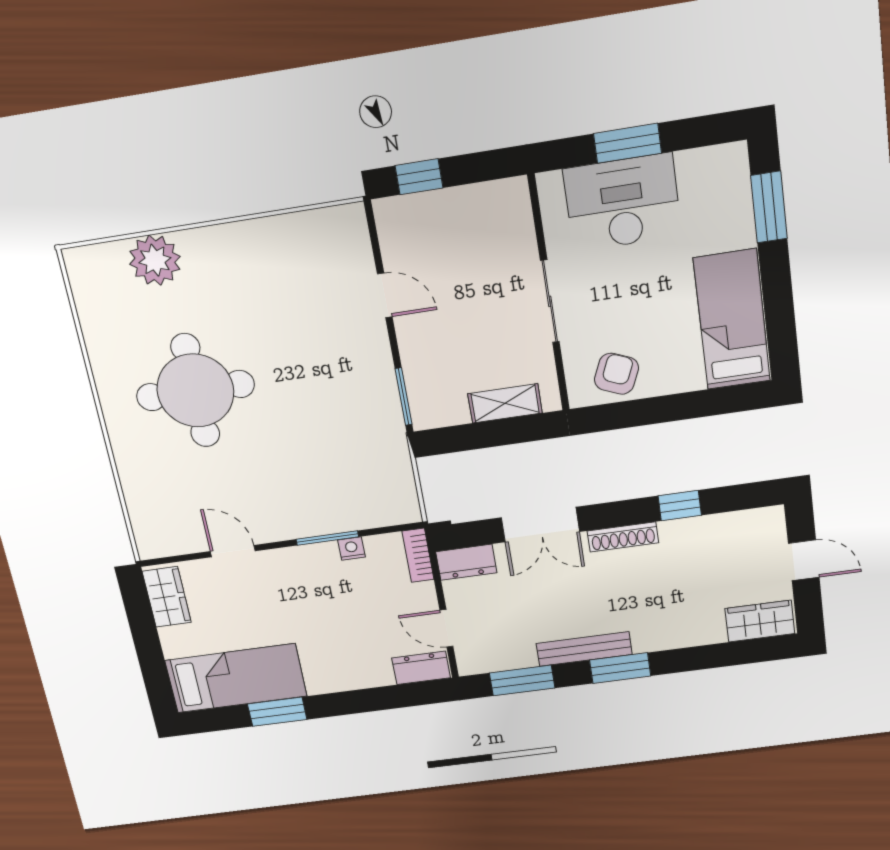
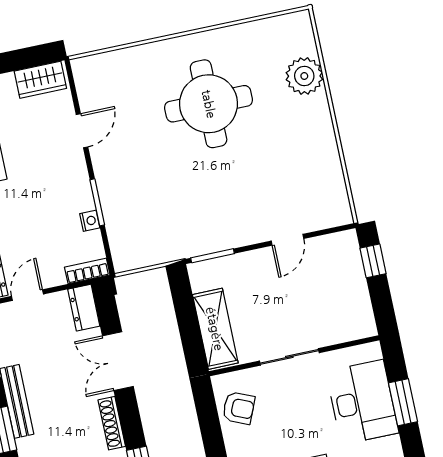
shelving: (505, 403) -> (215, 329), width x1.50, depth x1.33

